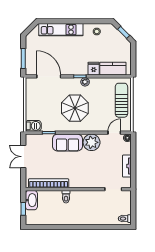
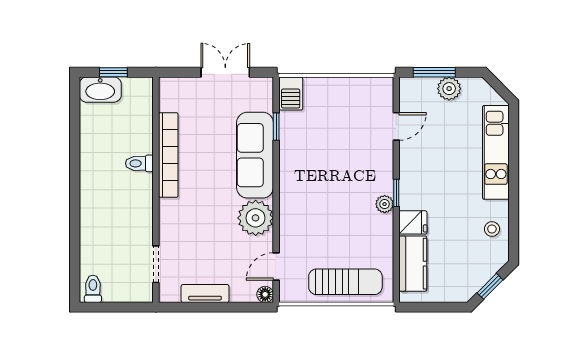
plant: (31, 52) -> (449, 89), added
door: (49, 76) -> (396, 126), width x0.53
parasol: (75, 108) -> (328, 182), removed
door: (114, 133) -> (276, 266), swing flipped
sofa: (67, 143) -> (255, 155), width x1.36
bookcase: (49, 183) -> (168, 155), moved
washbasin: (31, 200) -> (100, 90), moved

